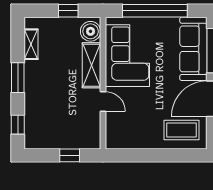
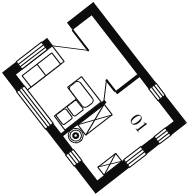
coffee table: (182, 130) -> (92, 39), removed

